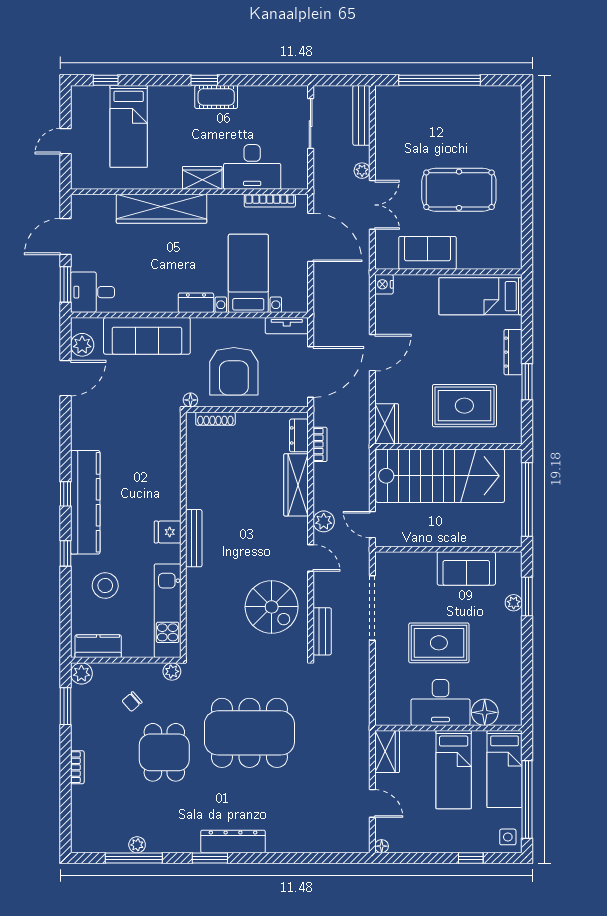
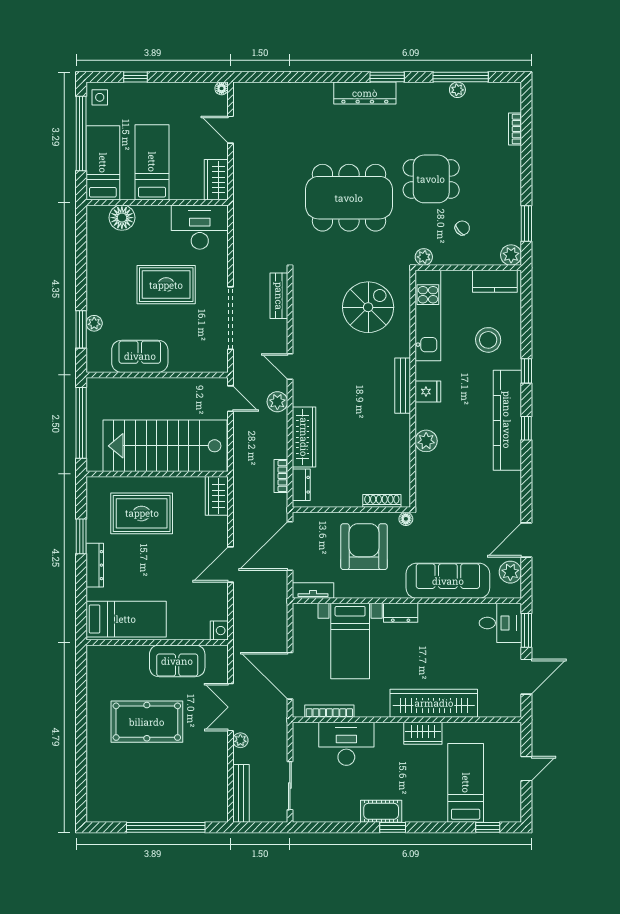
wardrobe: (202, 178) -> (423, 733), moved
plant: (169, 481) -> (426, 441), added
spiral stairs: (272, 607) -> (368, 307), moved, turned 90
desk: (440, 702) -> (200, 227), moved
dining table: (164, 752) -> (431, 179), turned 90
bookcase: (77, 767) -> (515, 129), moved

